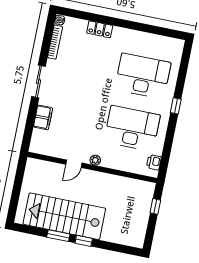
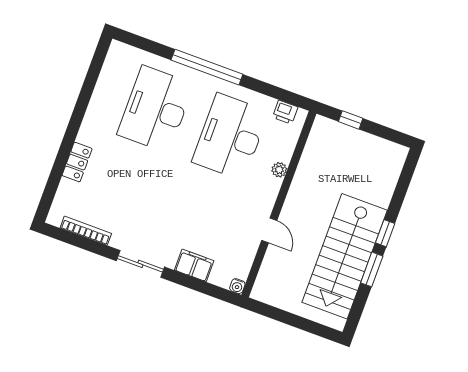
water cooler: (60, 20) -> (237, 286), moved
window: (176, 106) -> (207, 67), width x3.17
plant: (95, 160) -> (279, 170), moved

